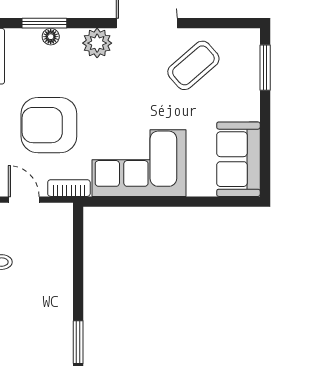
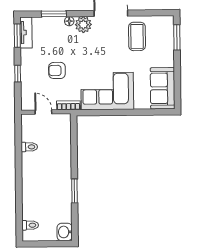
floor lamp: (51, 37) -> (69, 21), moved
coffee table: (193, 65) -> (137, 36), turned -49
armchair: (49, 125) -> (57, 70), width x0.53, depth x0.53

